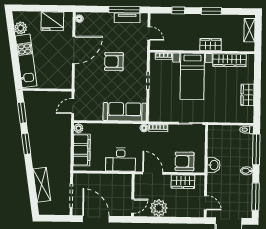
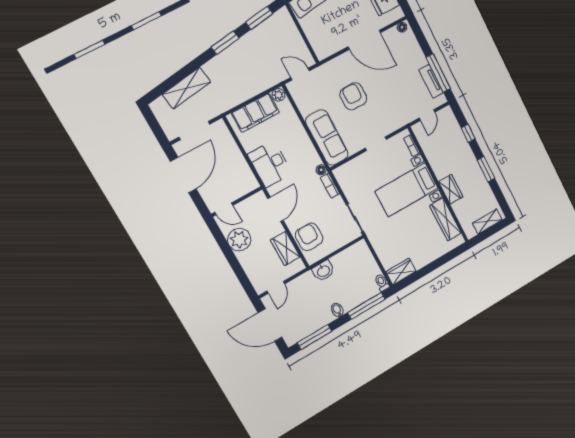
armchair: (114, 62) -> (353, 96), moved
wardrobe: (247, 95) -> (401, 272), moved

